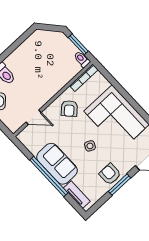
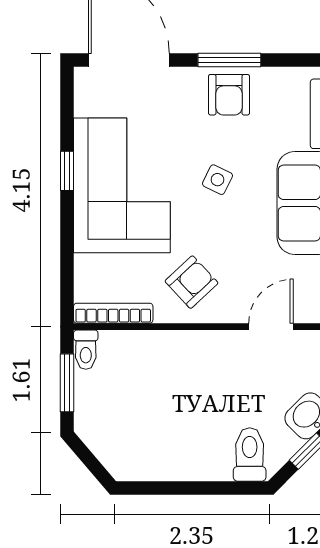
window: (137, 107) -> (67, 171), added
door: (34, 117) -> (271, 327), hinge flipped

